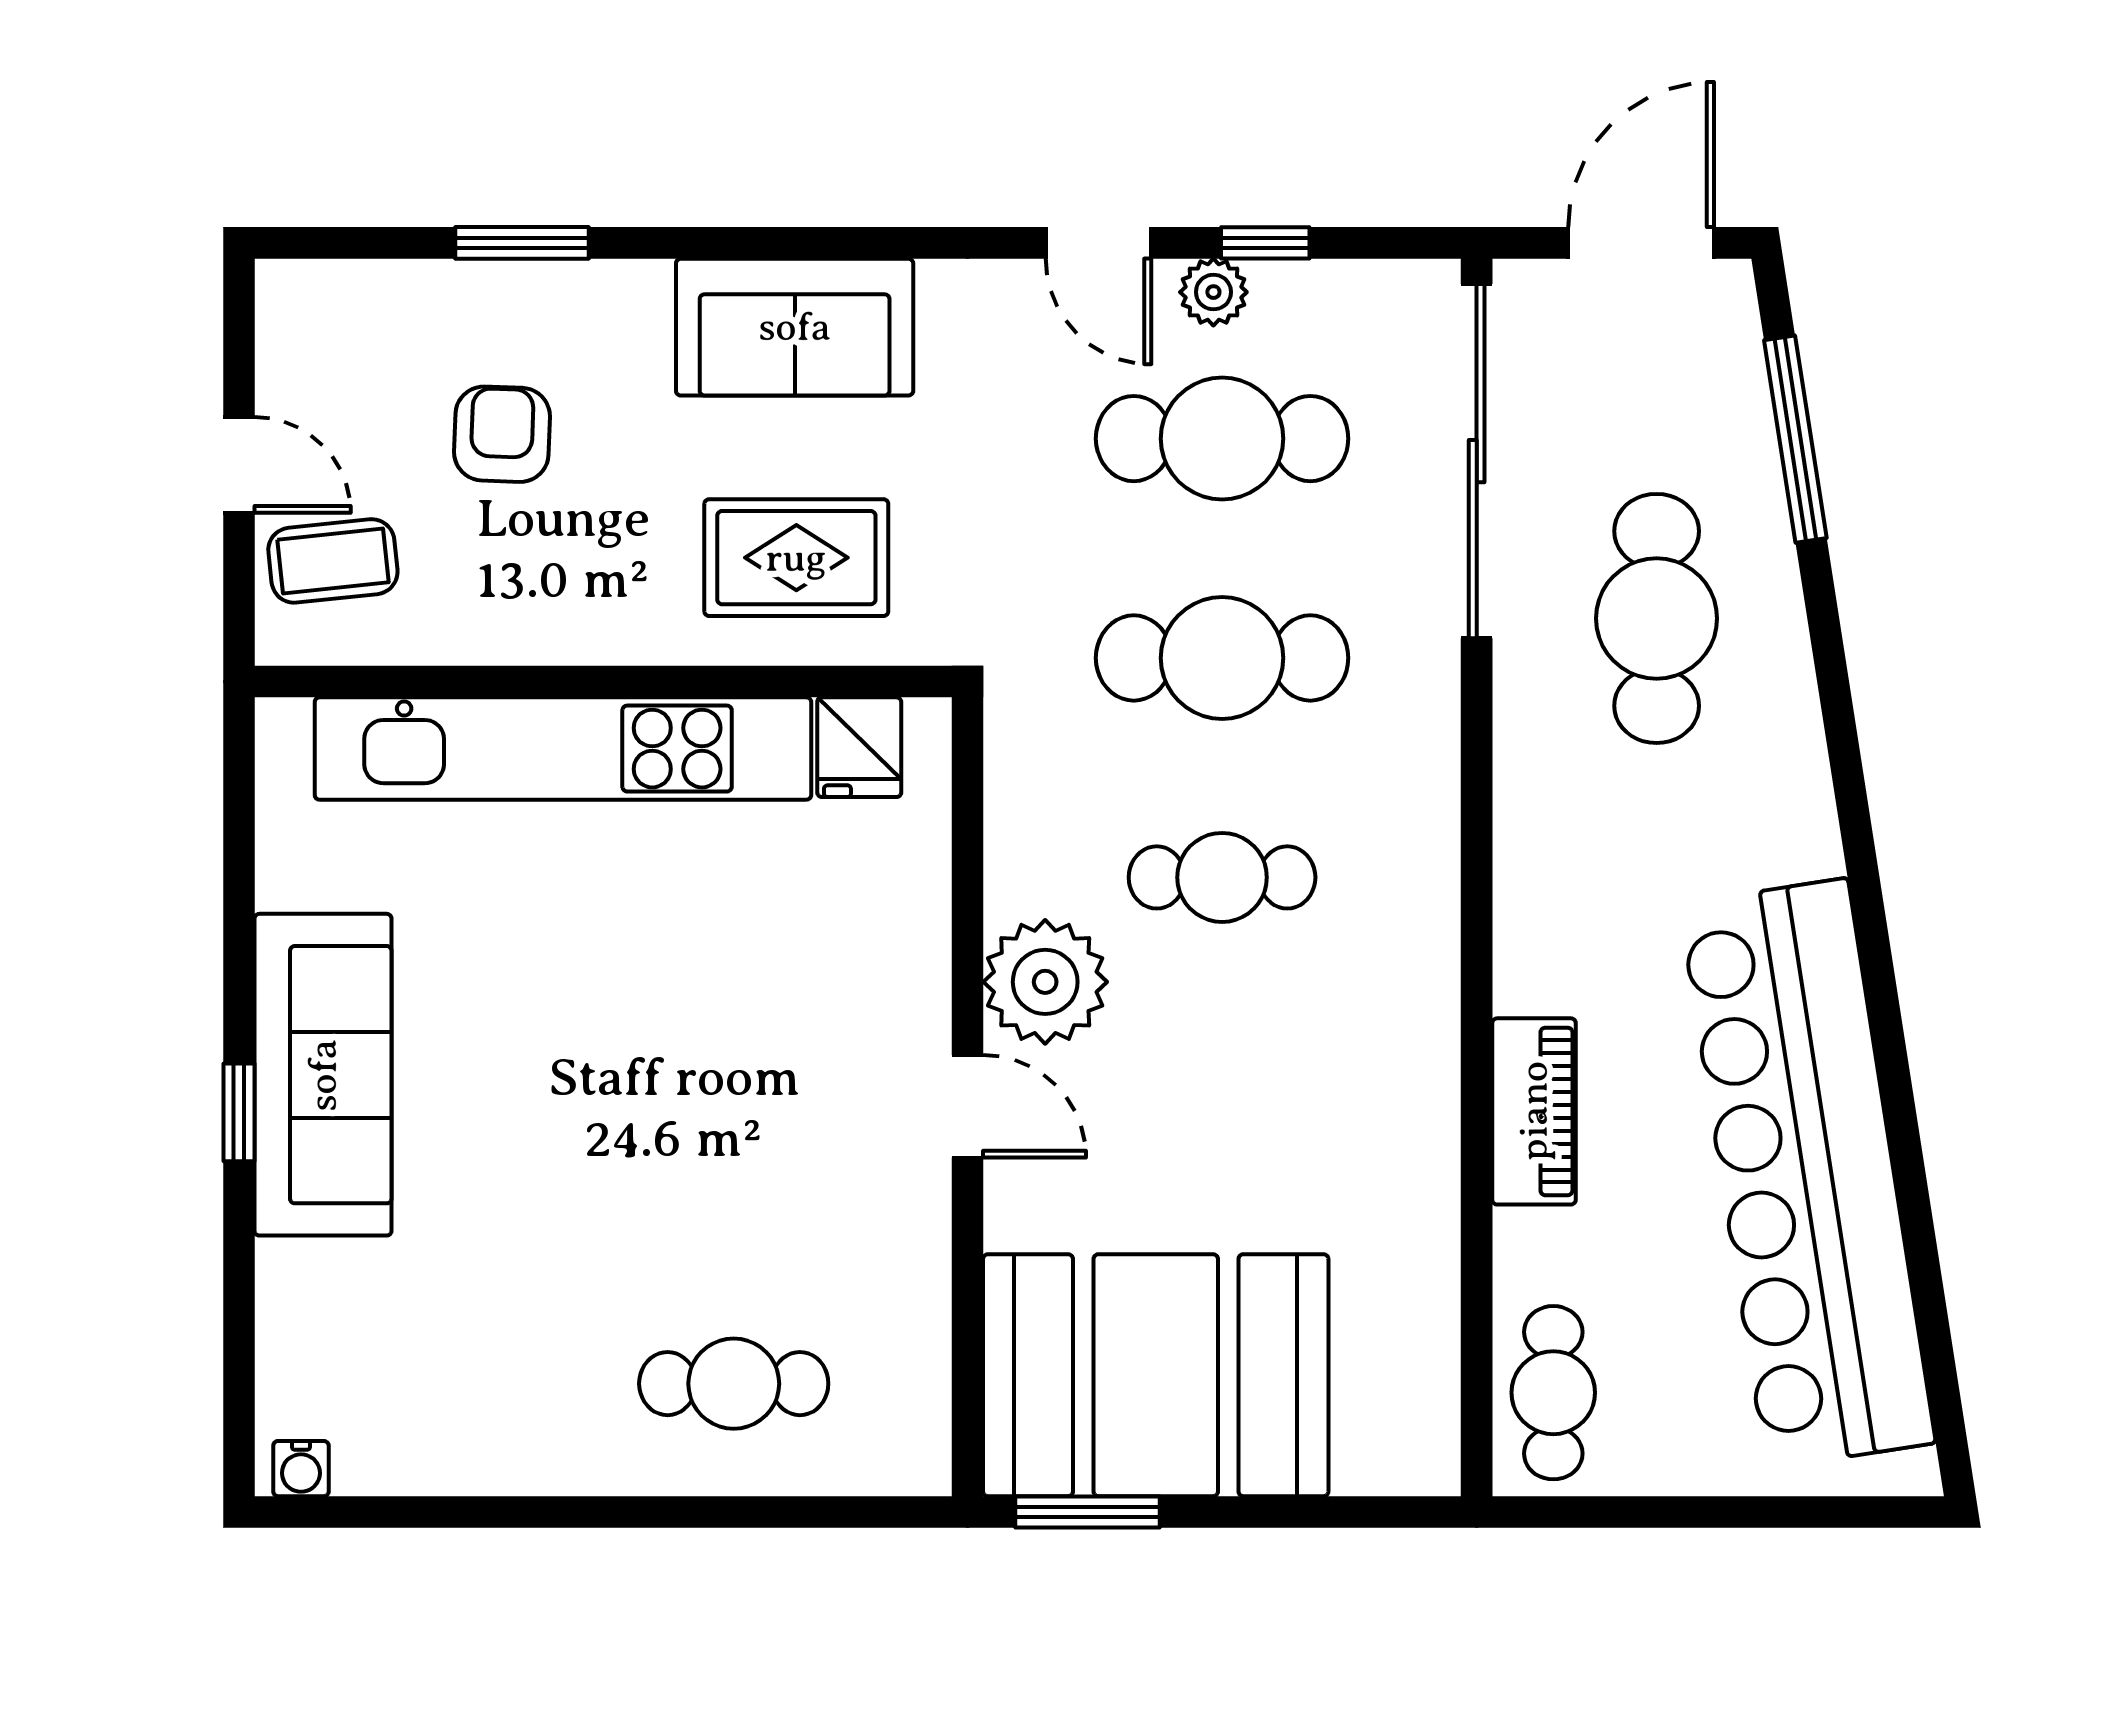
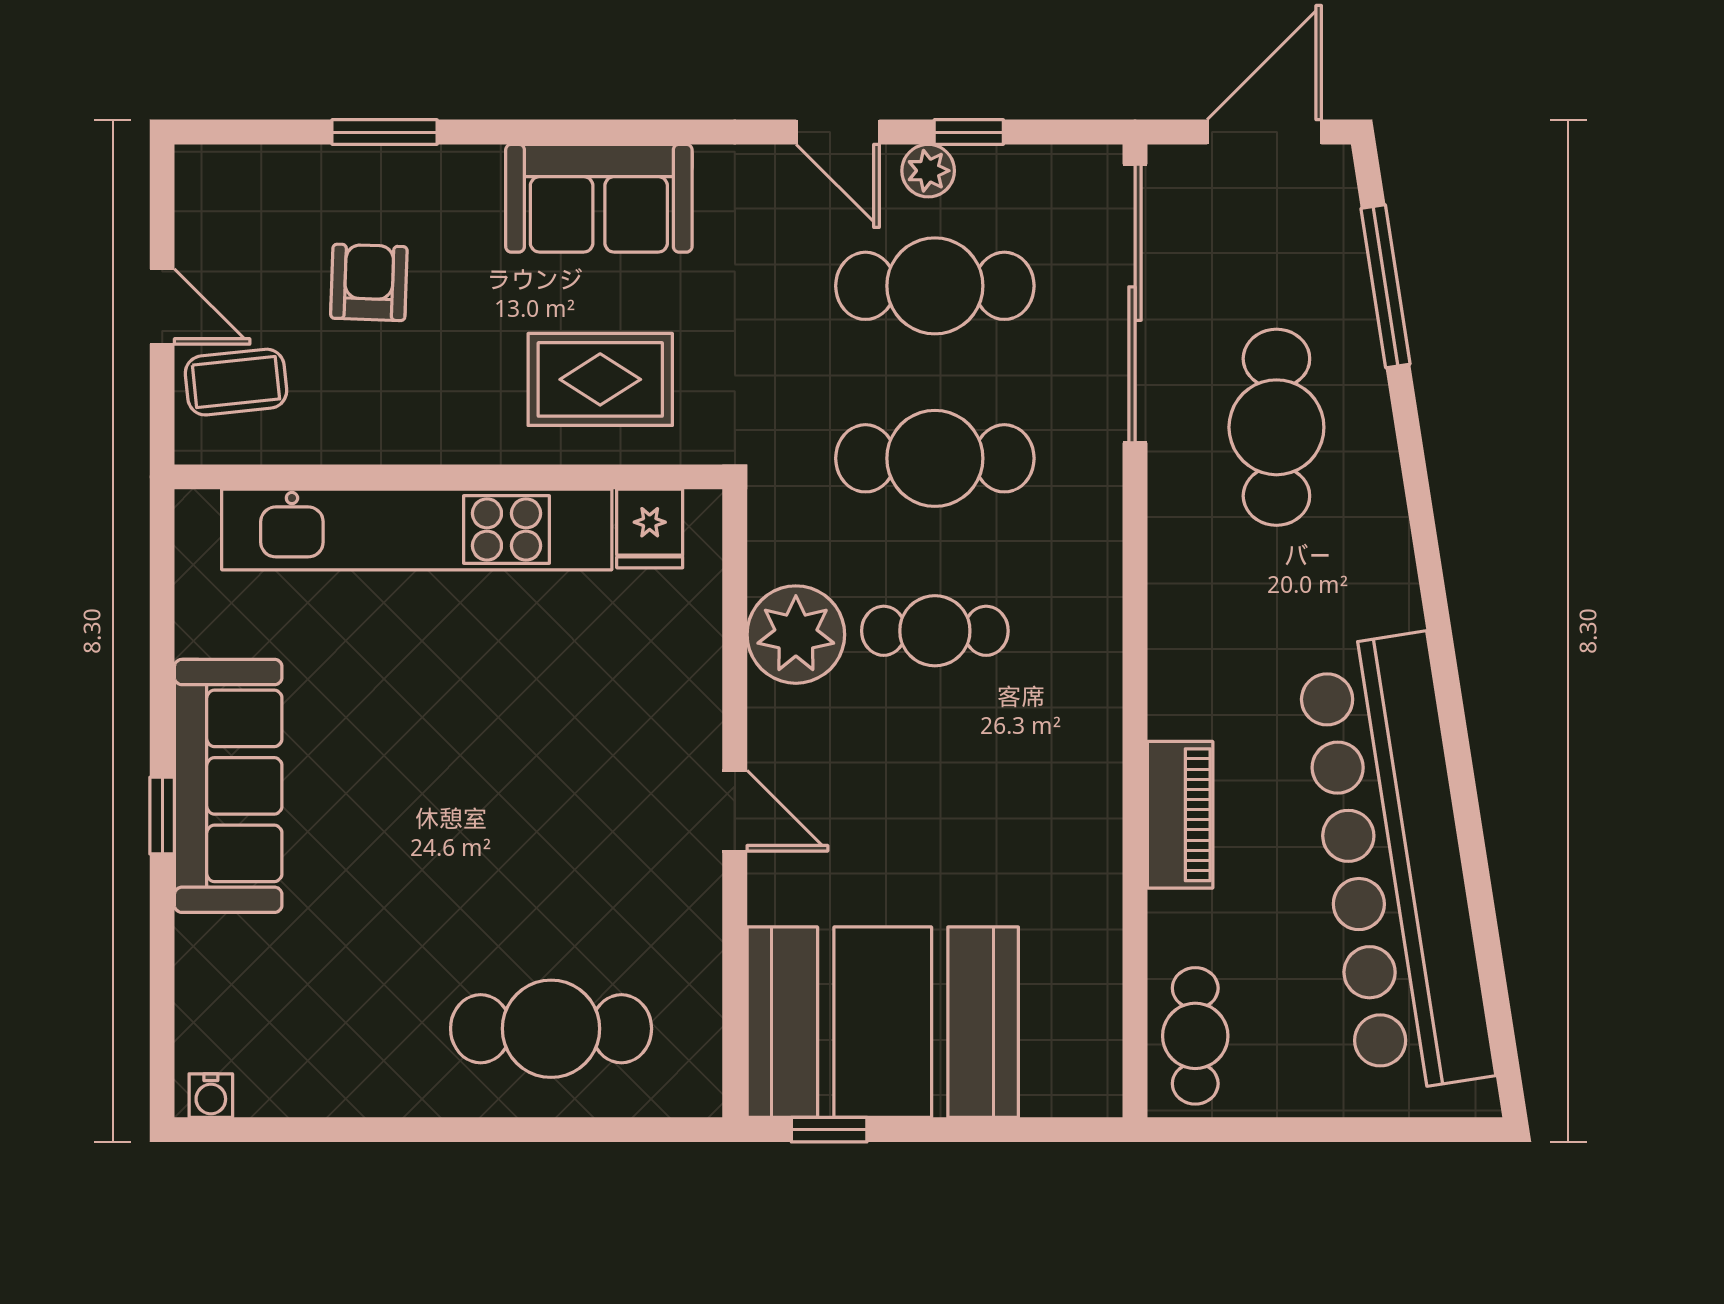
plant: (1045, 982) -> (796, 635), moved
cafe table: (734, 1384) -> (551, 1029), width x1.37, depth x1.35
window: (1088, 1512) -> (829, 1130), width x0.67

